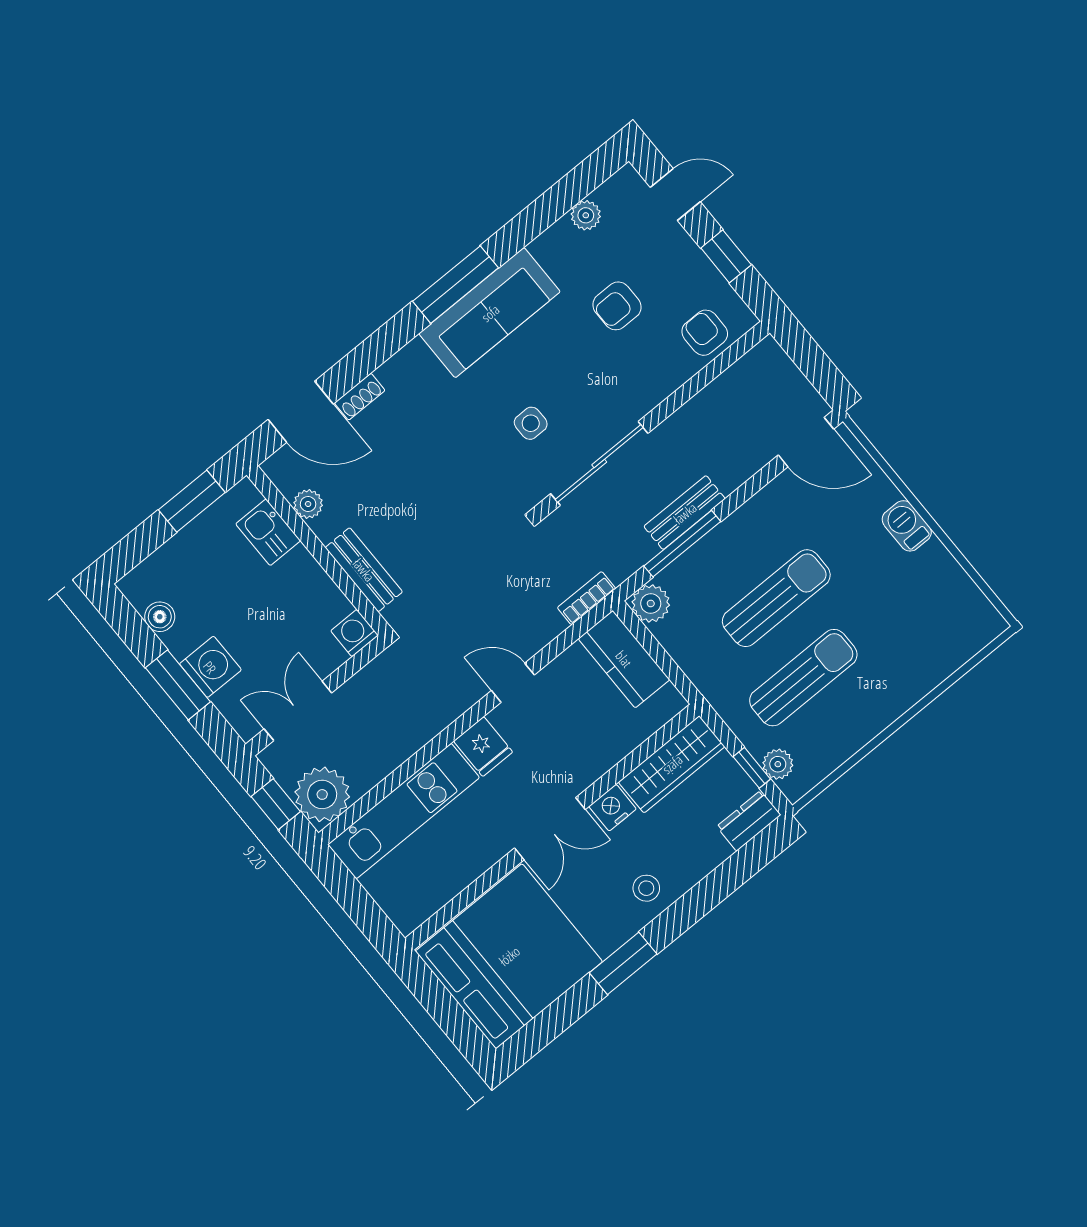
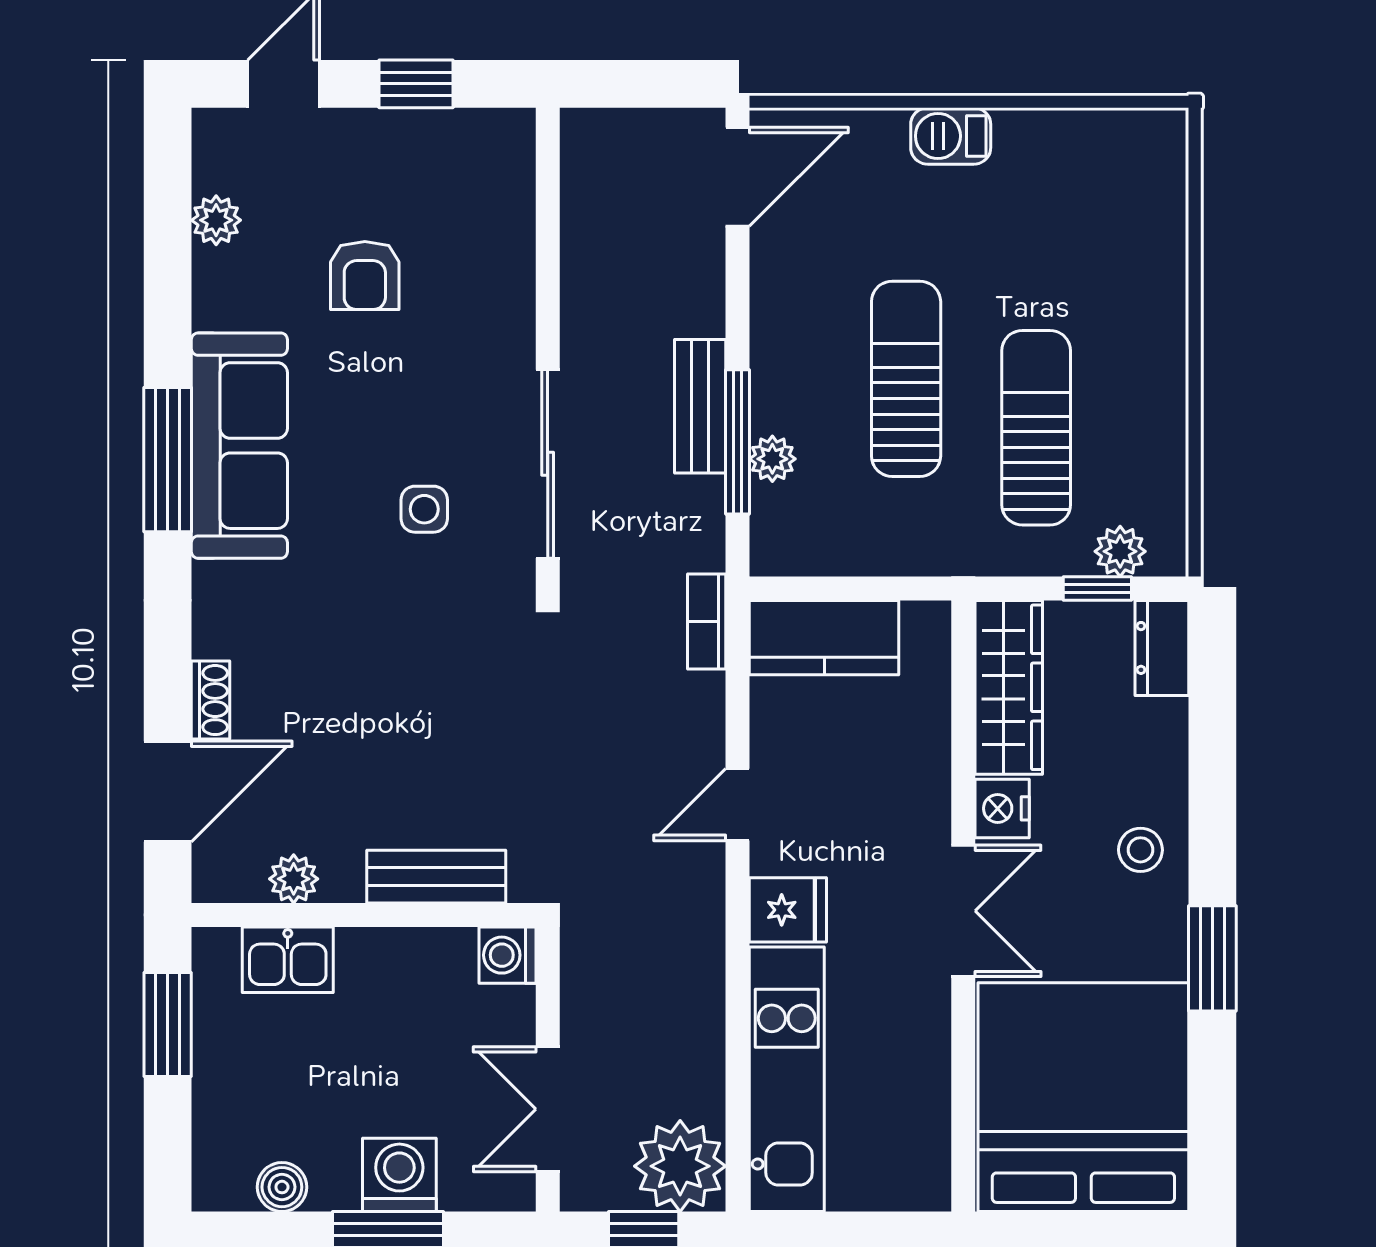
armchair: (705, 333) -> (491, 191), removed
plant: (651, 603) -> (772, 459), moved, width x0.73, depth x0.73

